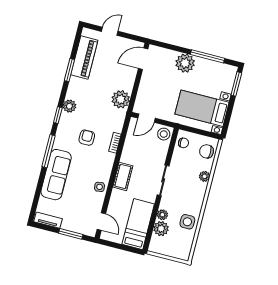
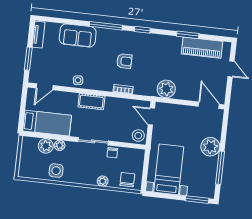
plant: (69, 106) -> (153, 40), removed
chair: (183, 143) -> (112, 153), moved
sofa: (56, 175) -> (78, 35), width x0.73

